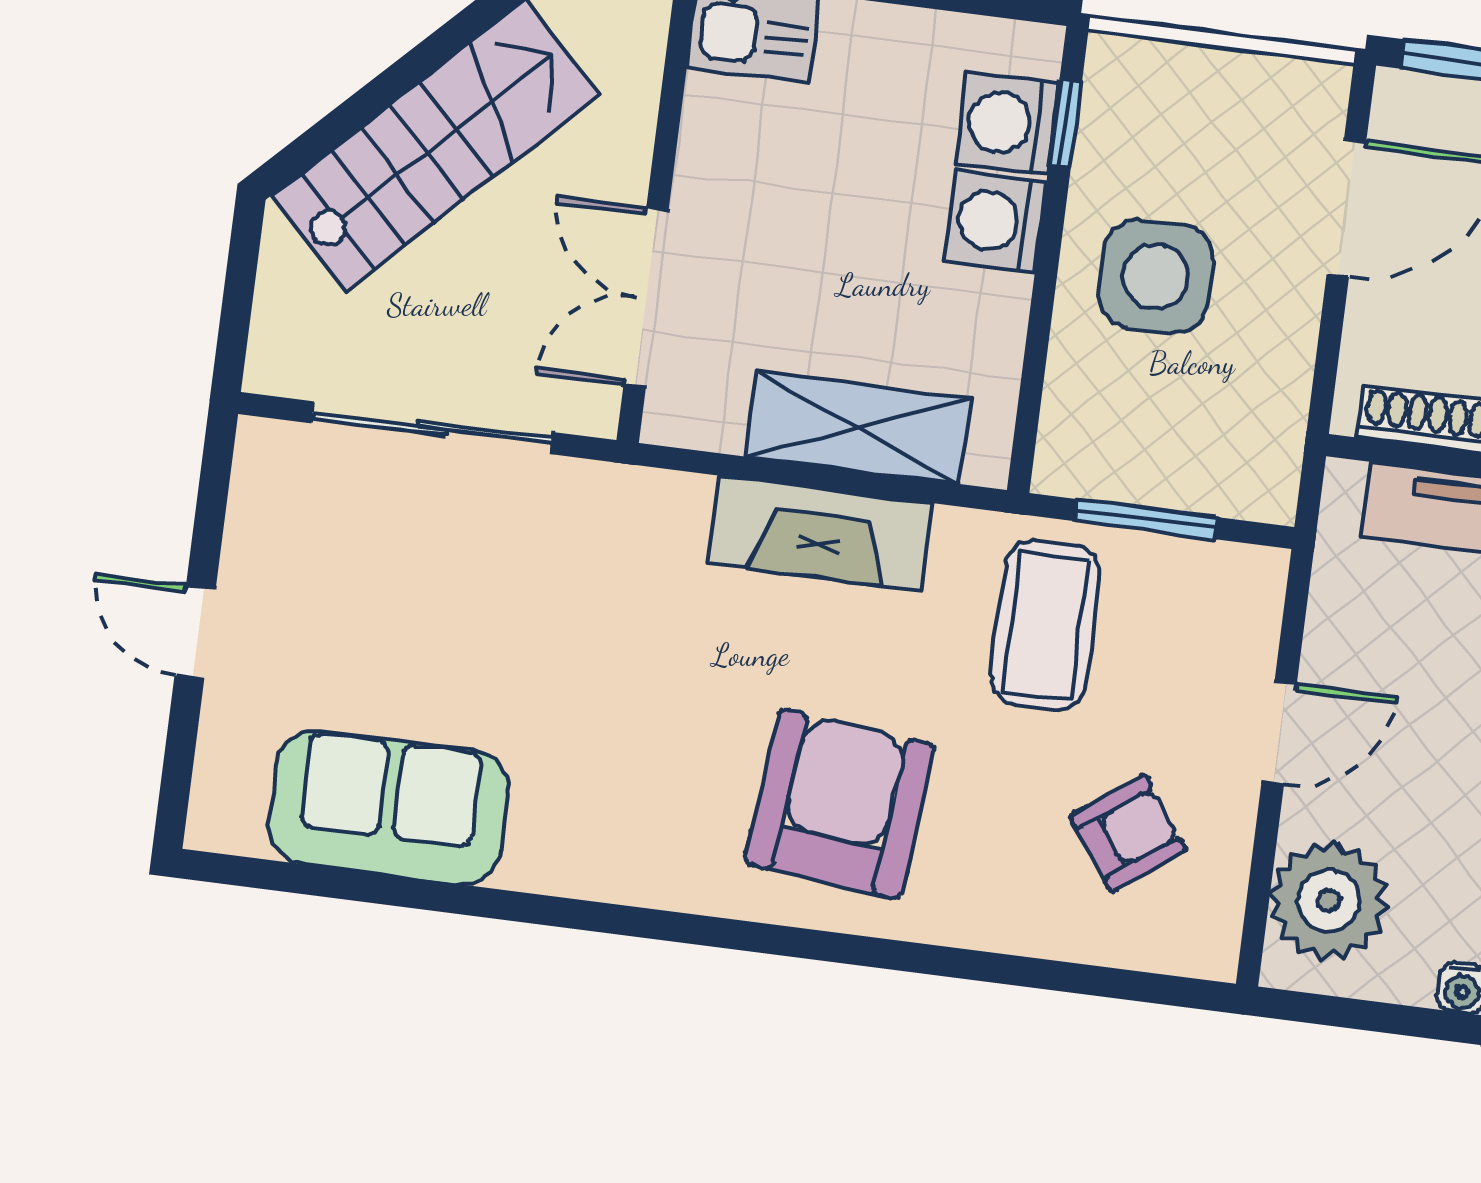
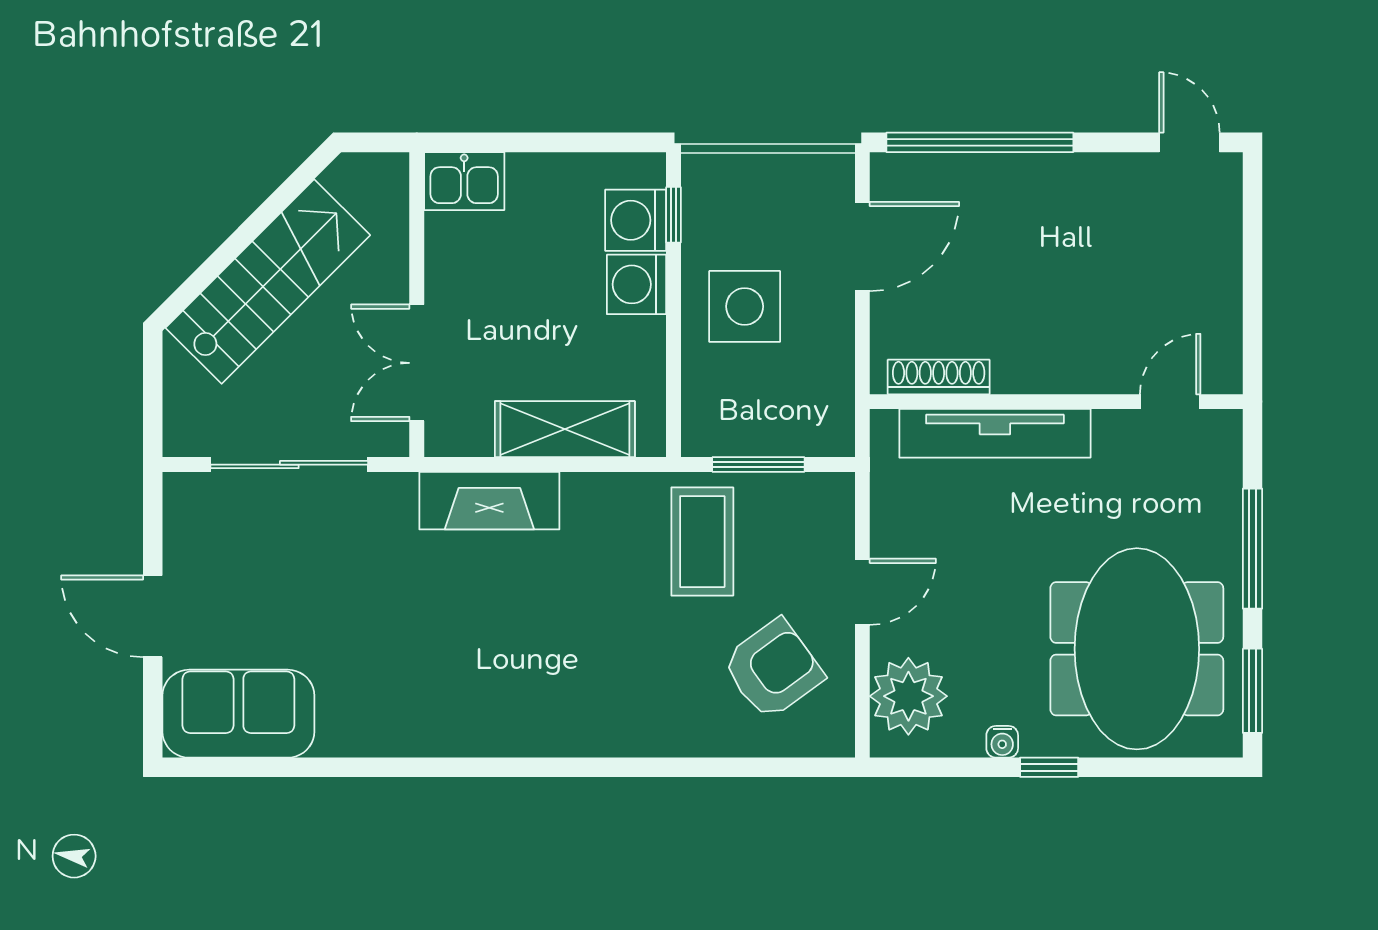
fireplace: (820, 533) -> (489, 501), moved
door: (195, 632) -> (153, 616), width x1.38
armchair: (840, 804) -> (584, 674), removed
sofa: (388, 807) -> (238, 714), moved
armchair: (1128, 833) -> (773, 669), width x1.38, depth x1.38

